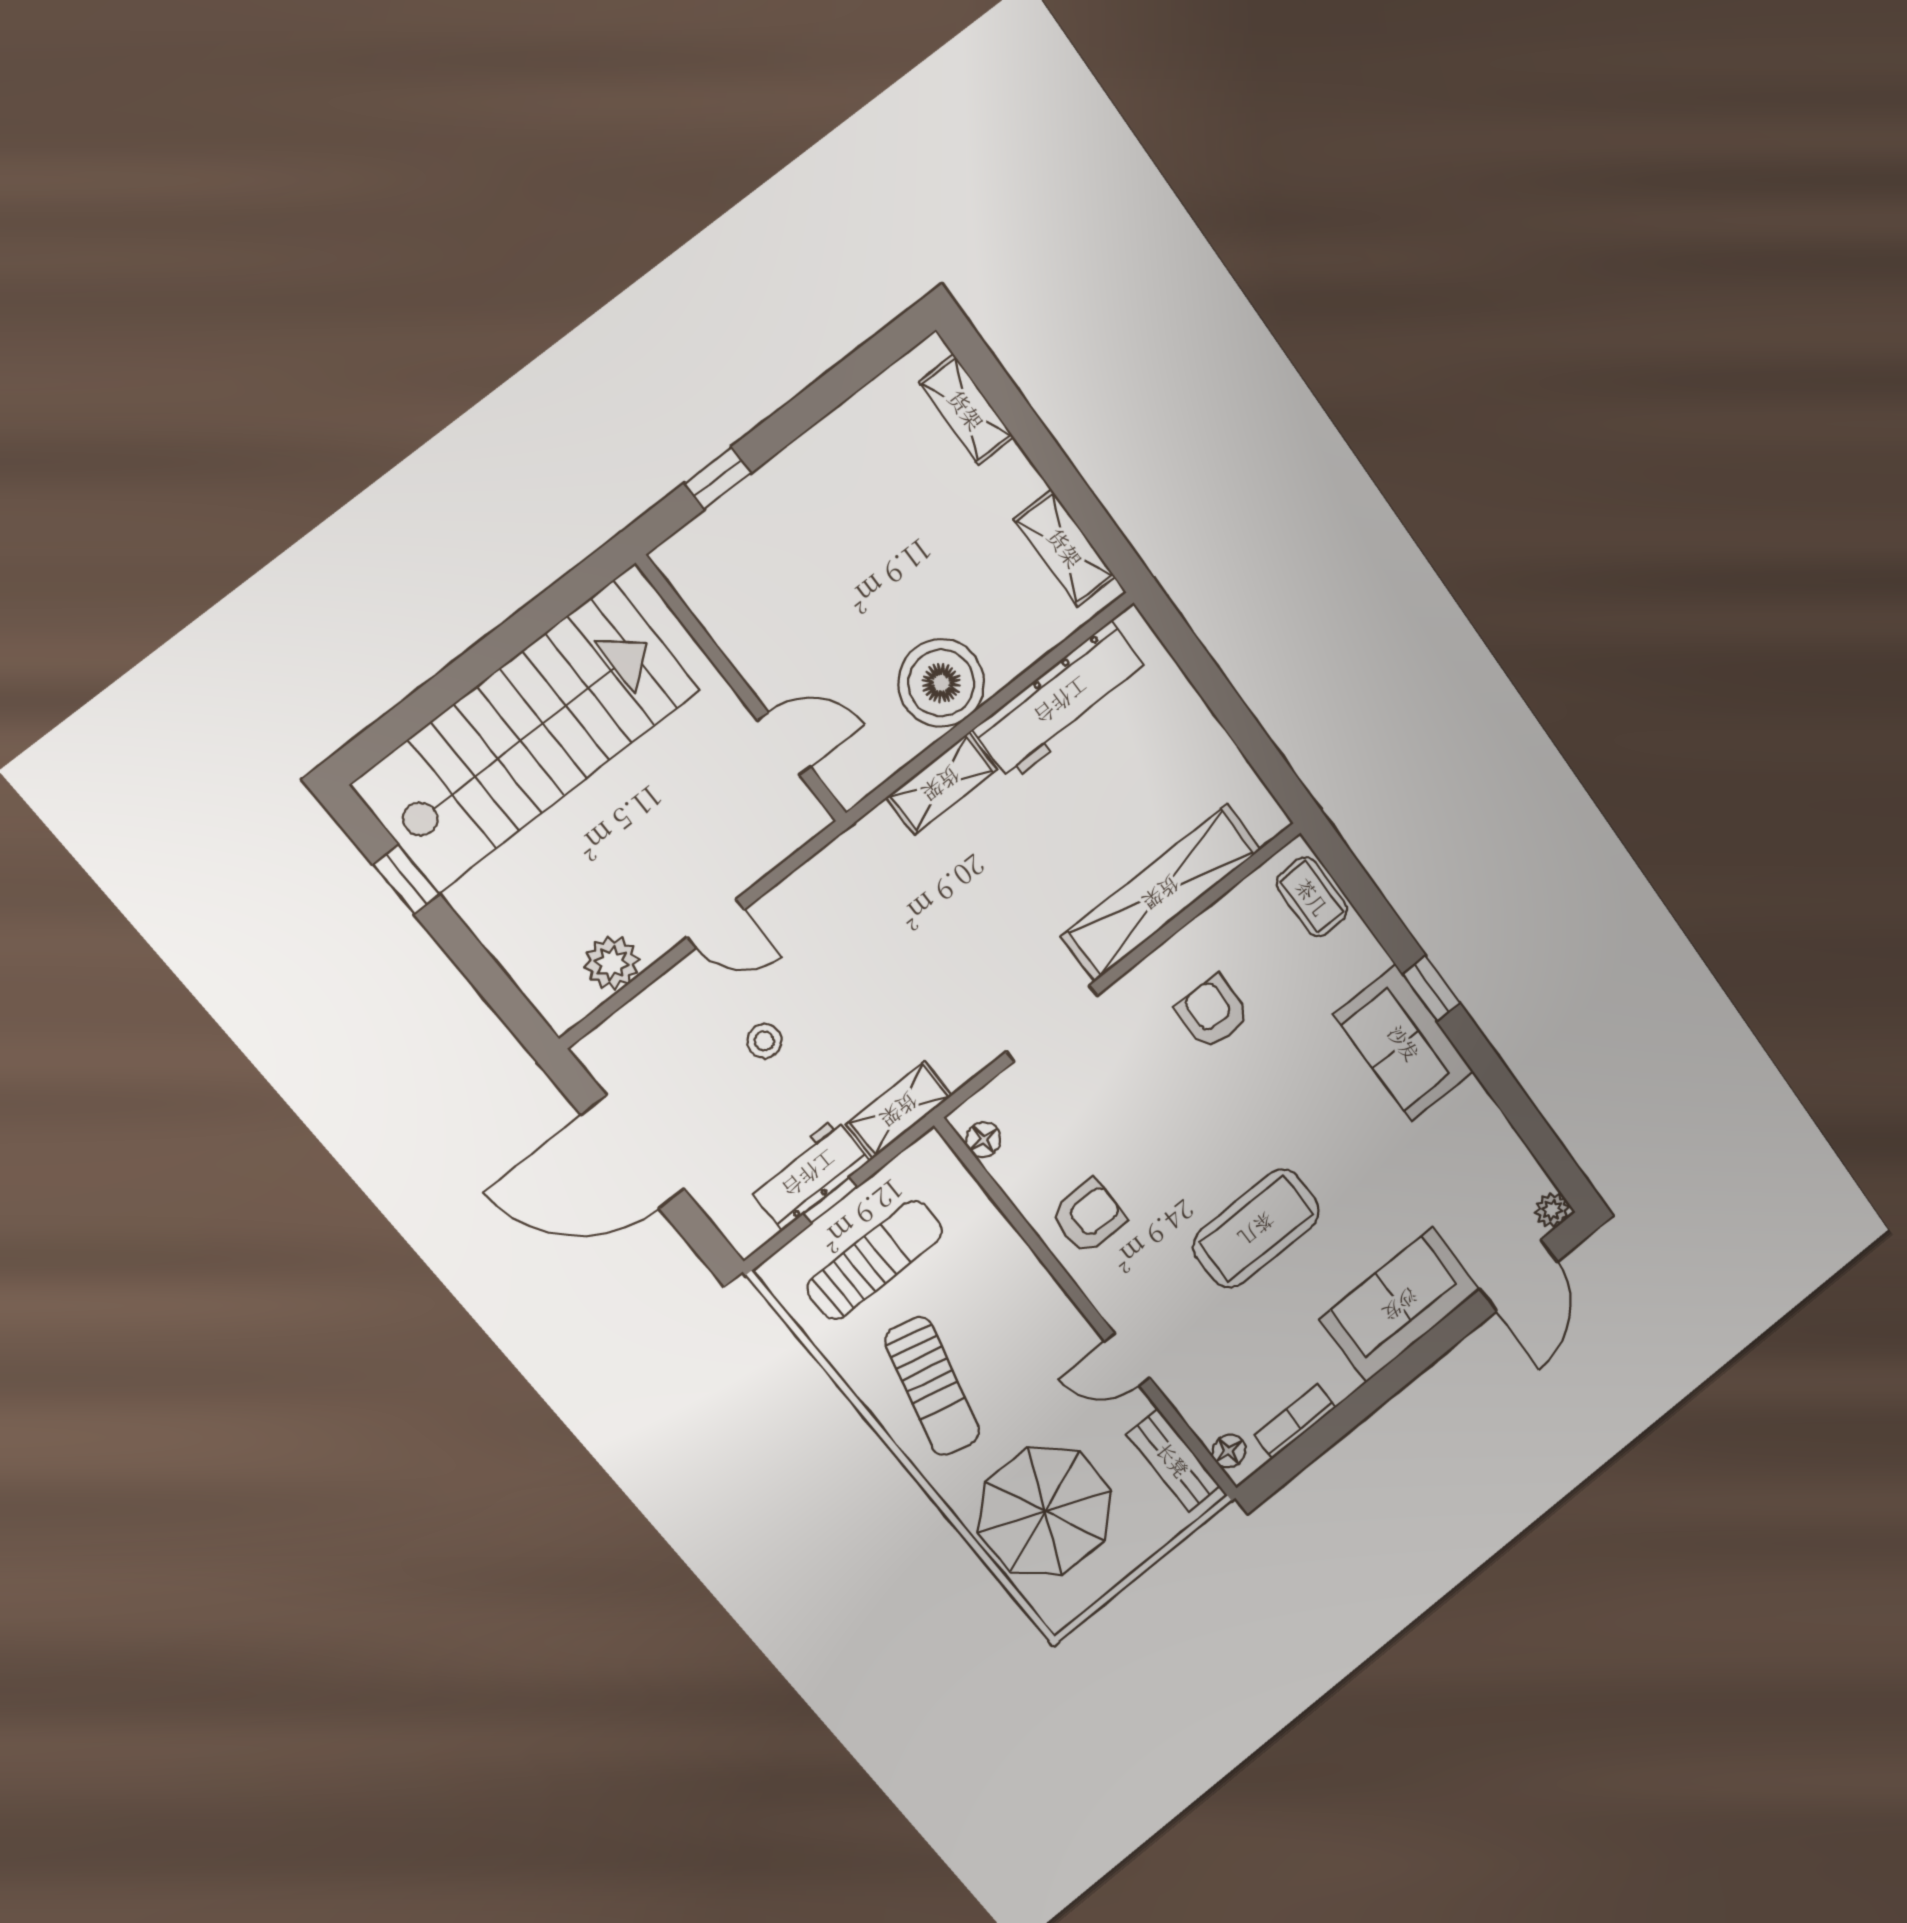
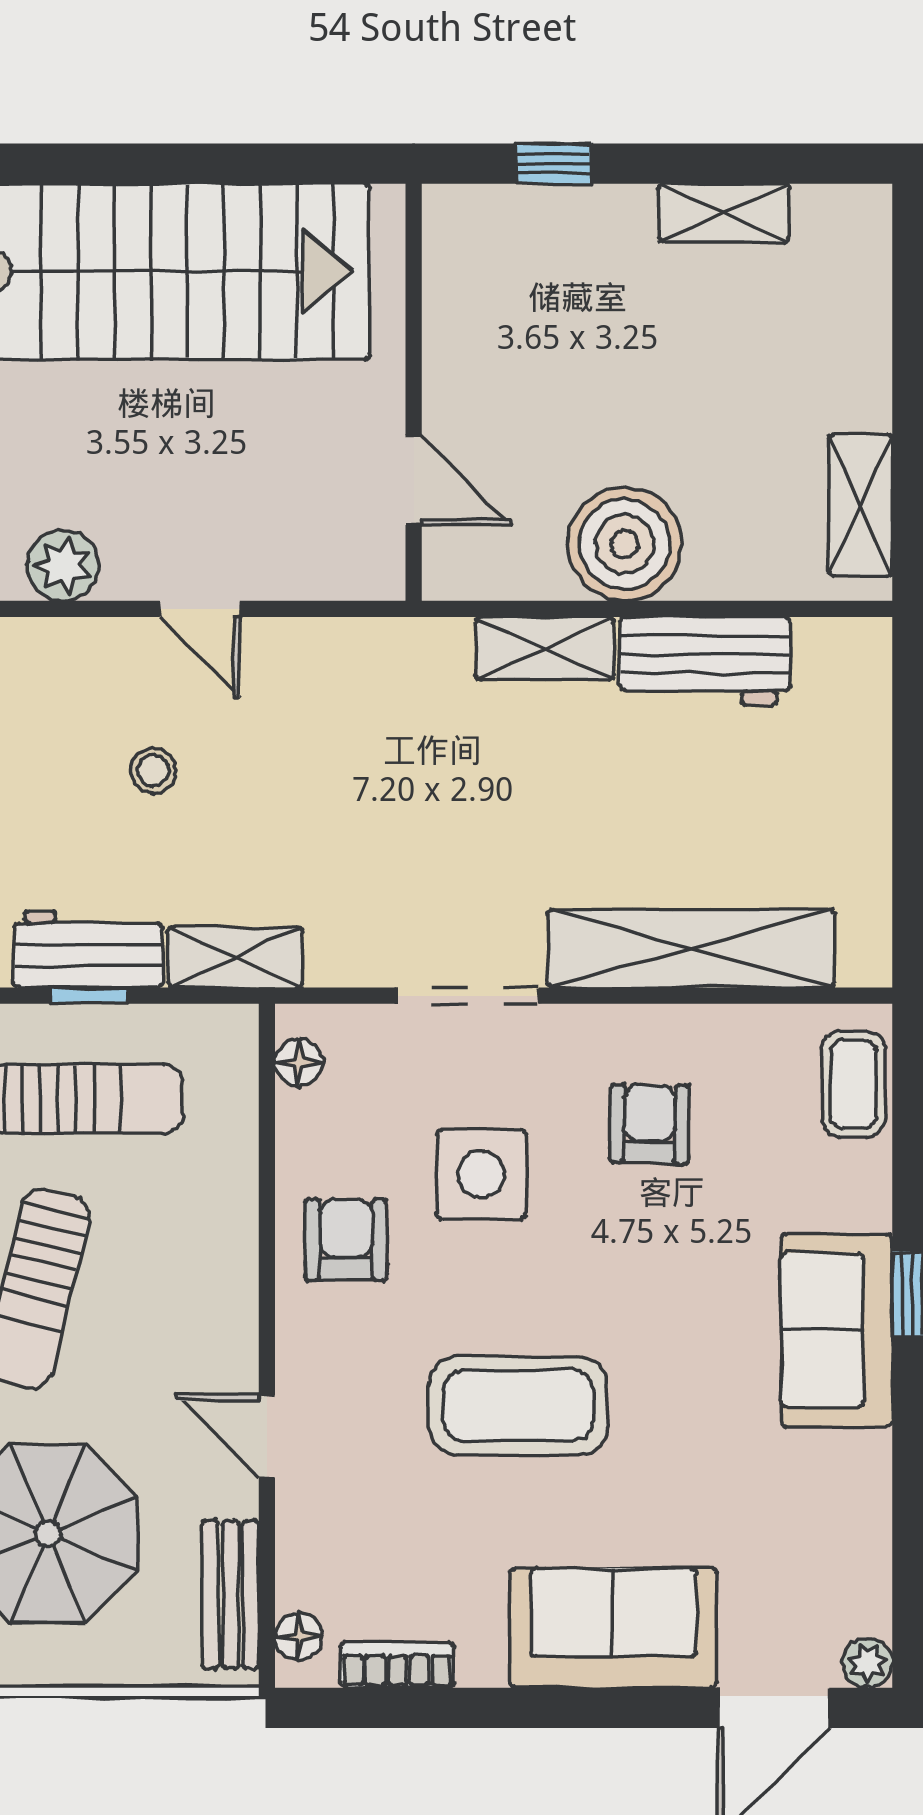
shelving: (966, 410) -> (724, 213), moved, turned 90
workbench: (1061, 701) -> (705, 661), width x0.73
side table: (1137, 1118) -> (481, 1174), added
armchair: (1088, 1217) -> (346, 1240), turned -90

